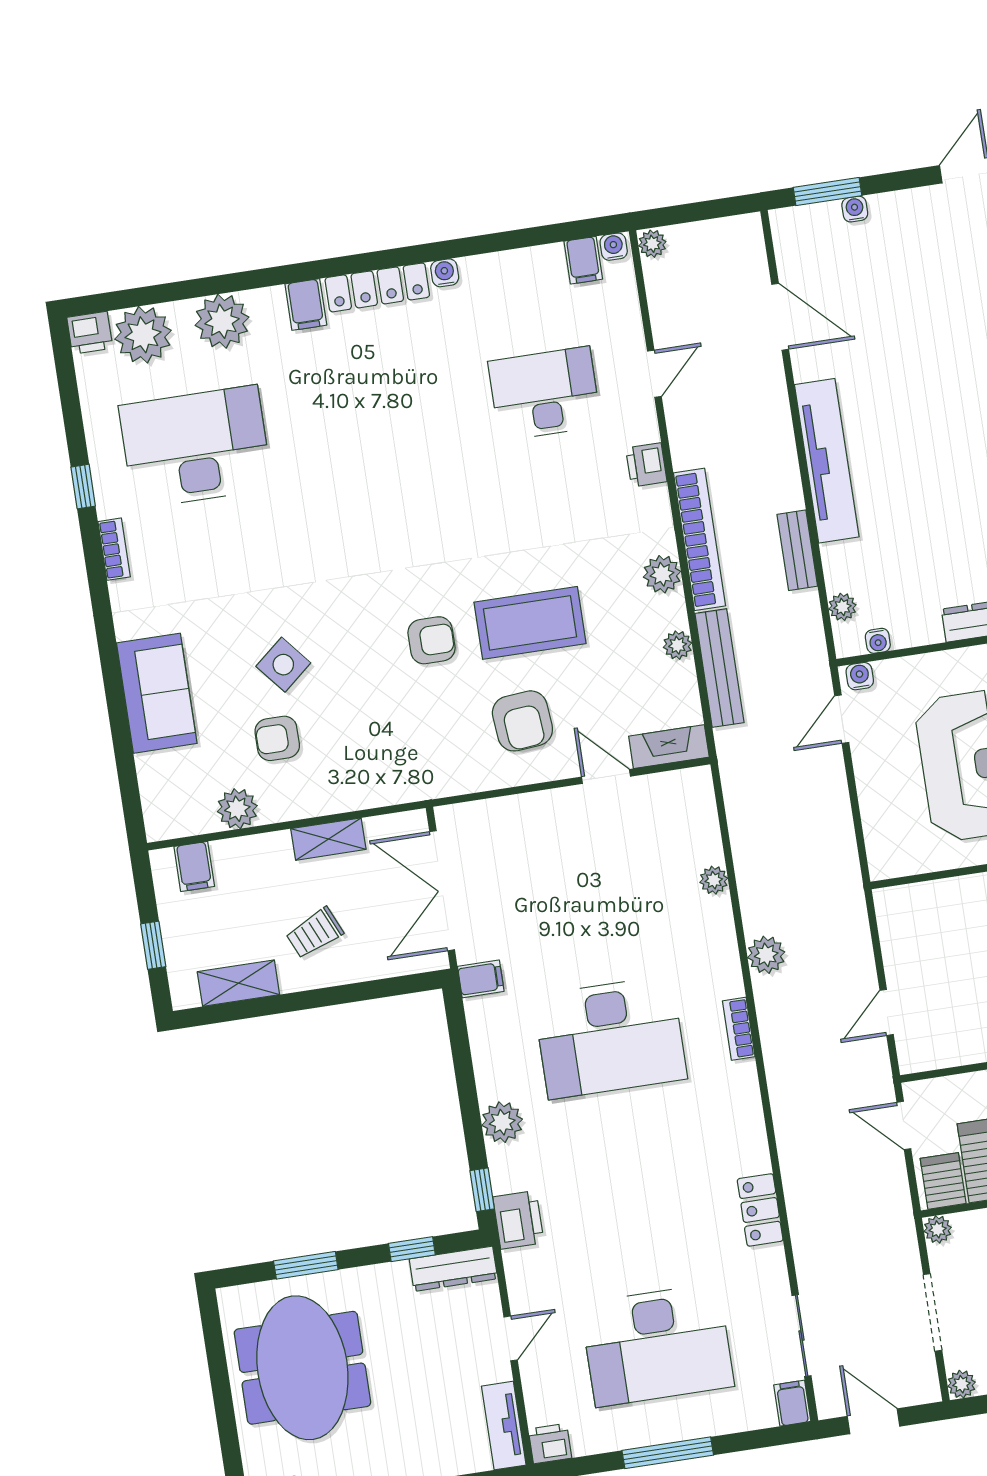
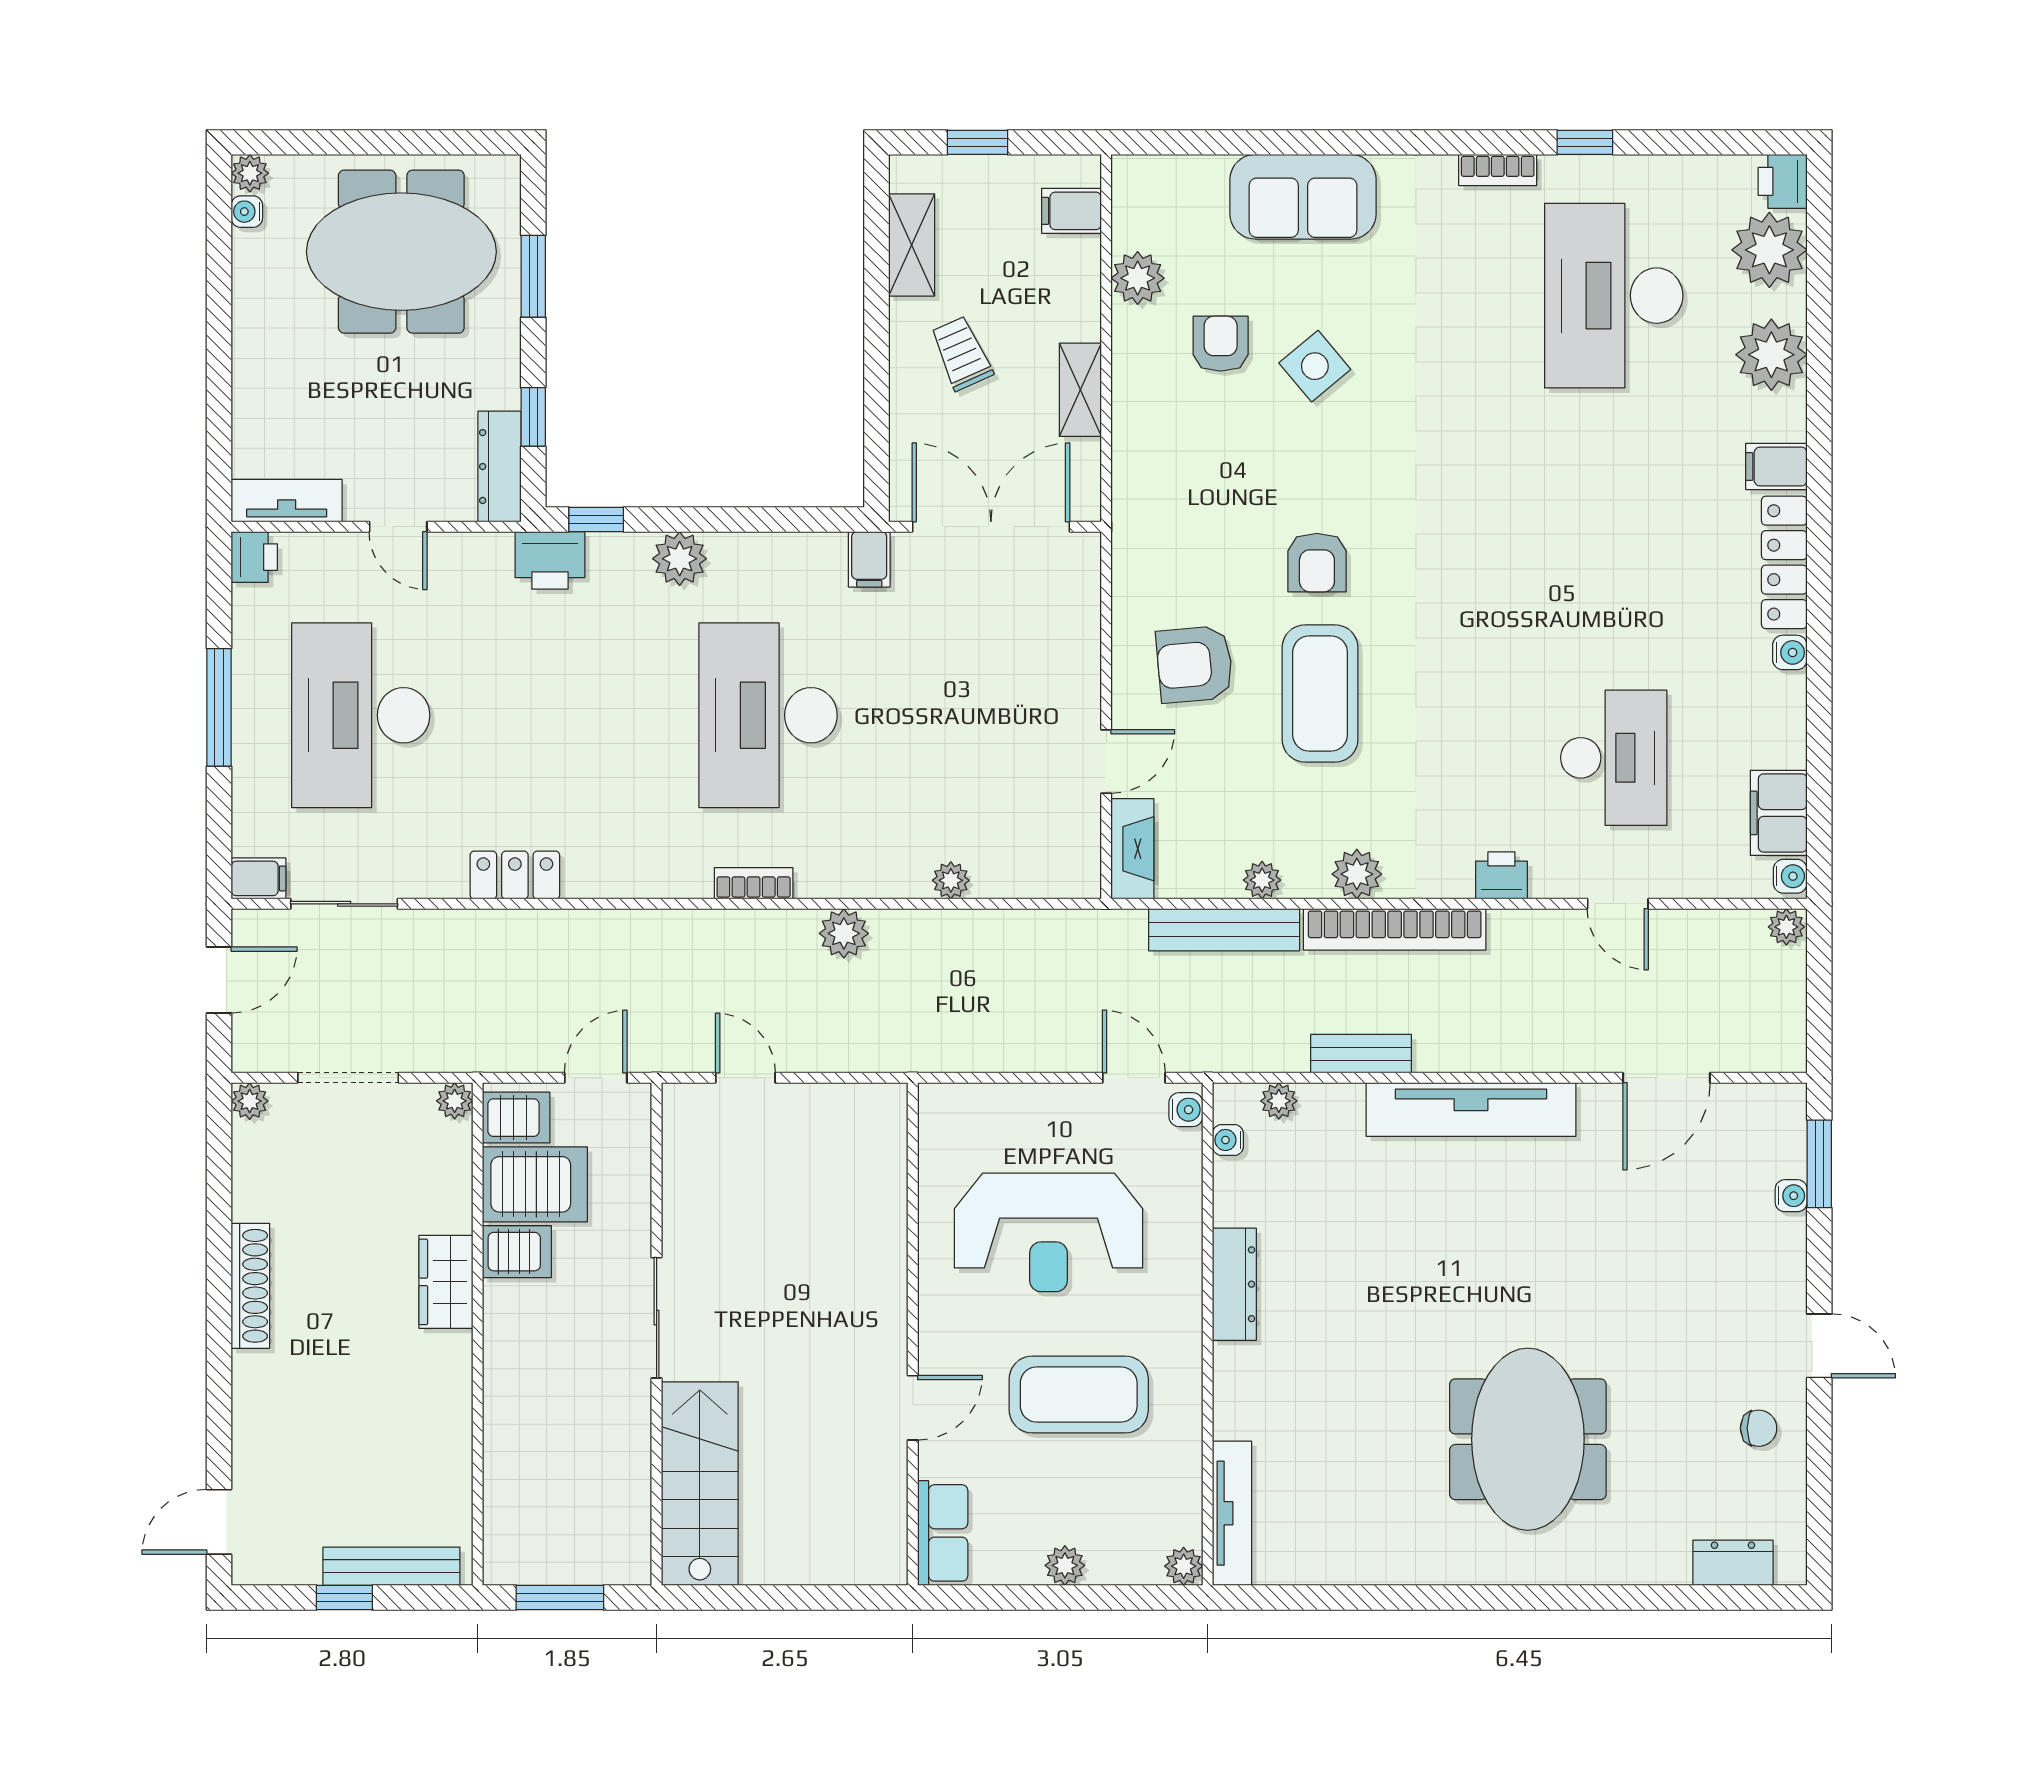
filing cabinet: (583, 260) -> (1779, 813), width x2.00
desk: (196, 447) -> (1614, 296), turned 180

